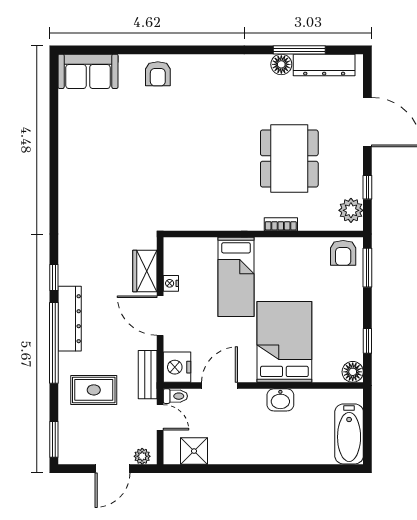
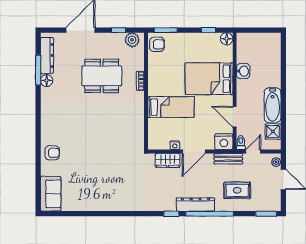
rug: (94, 390) -> (237, 190), turned 90
washbasin: (280, 400) -> (243, 71), moved
bathtub: (349, 434) -> (273, 105), moved, turned 90

